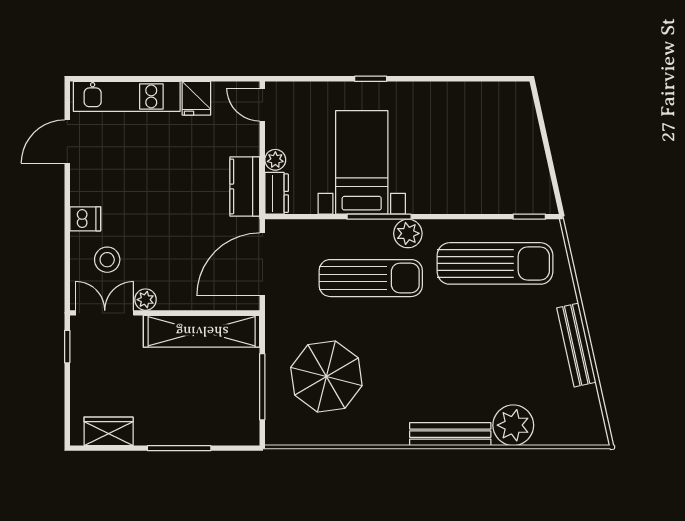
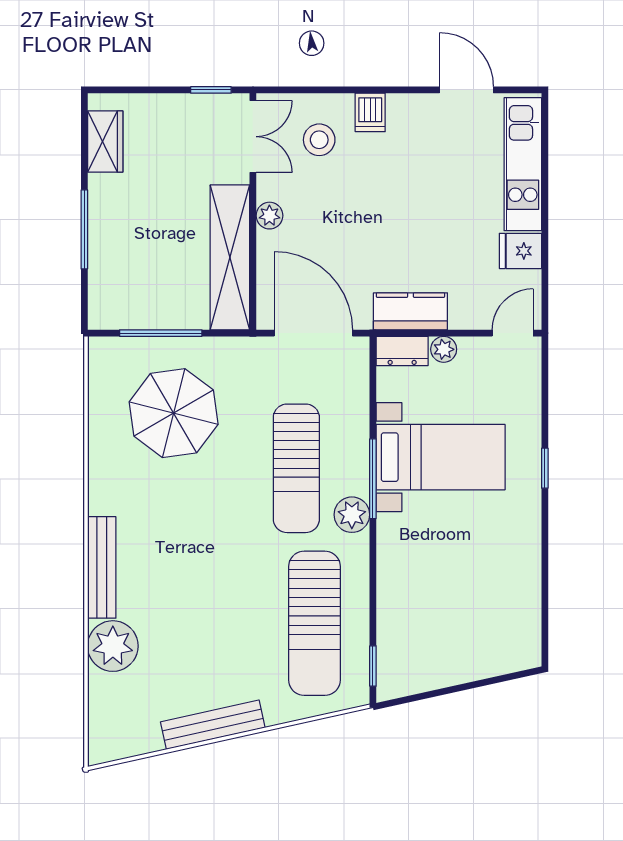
plant: (146, 300) -> (269, 216), moved

